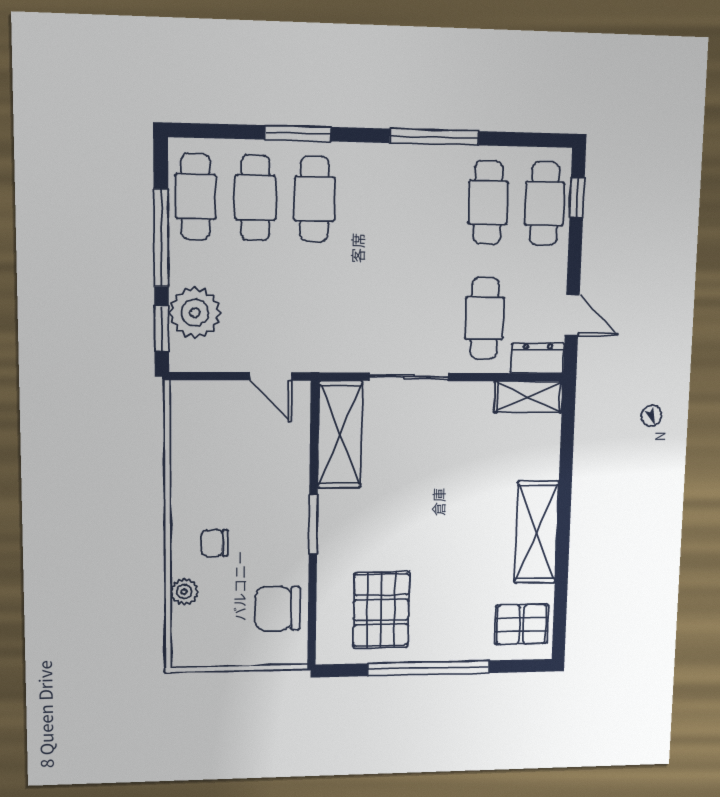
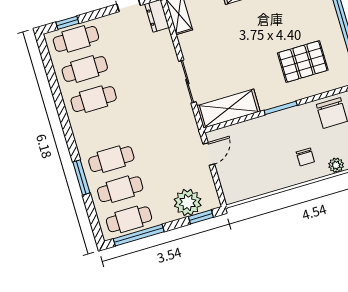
window: (434, 137) -> (61, 108), removed
window: (161, 238) -> (139, 235), moved
cafe table: (484, 318) -> (94, 99), moved
pallet: (381, 610) -> (303, 62), moved

